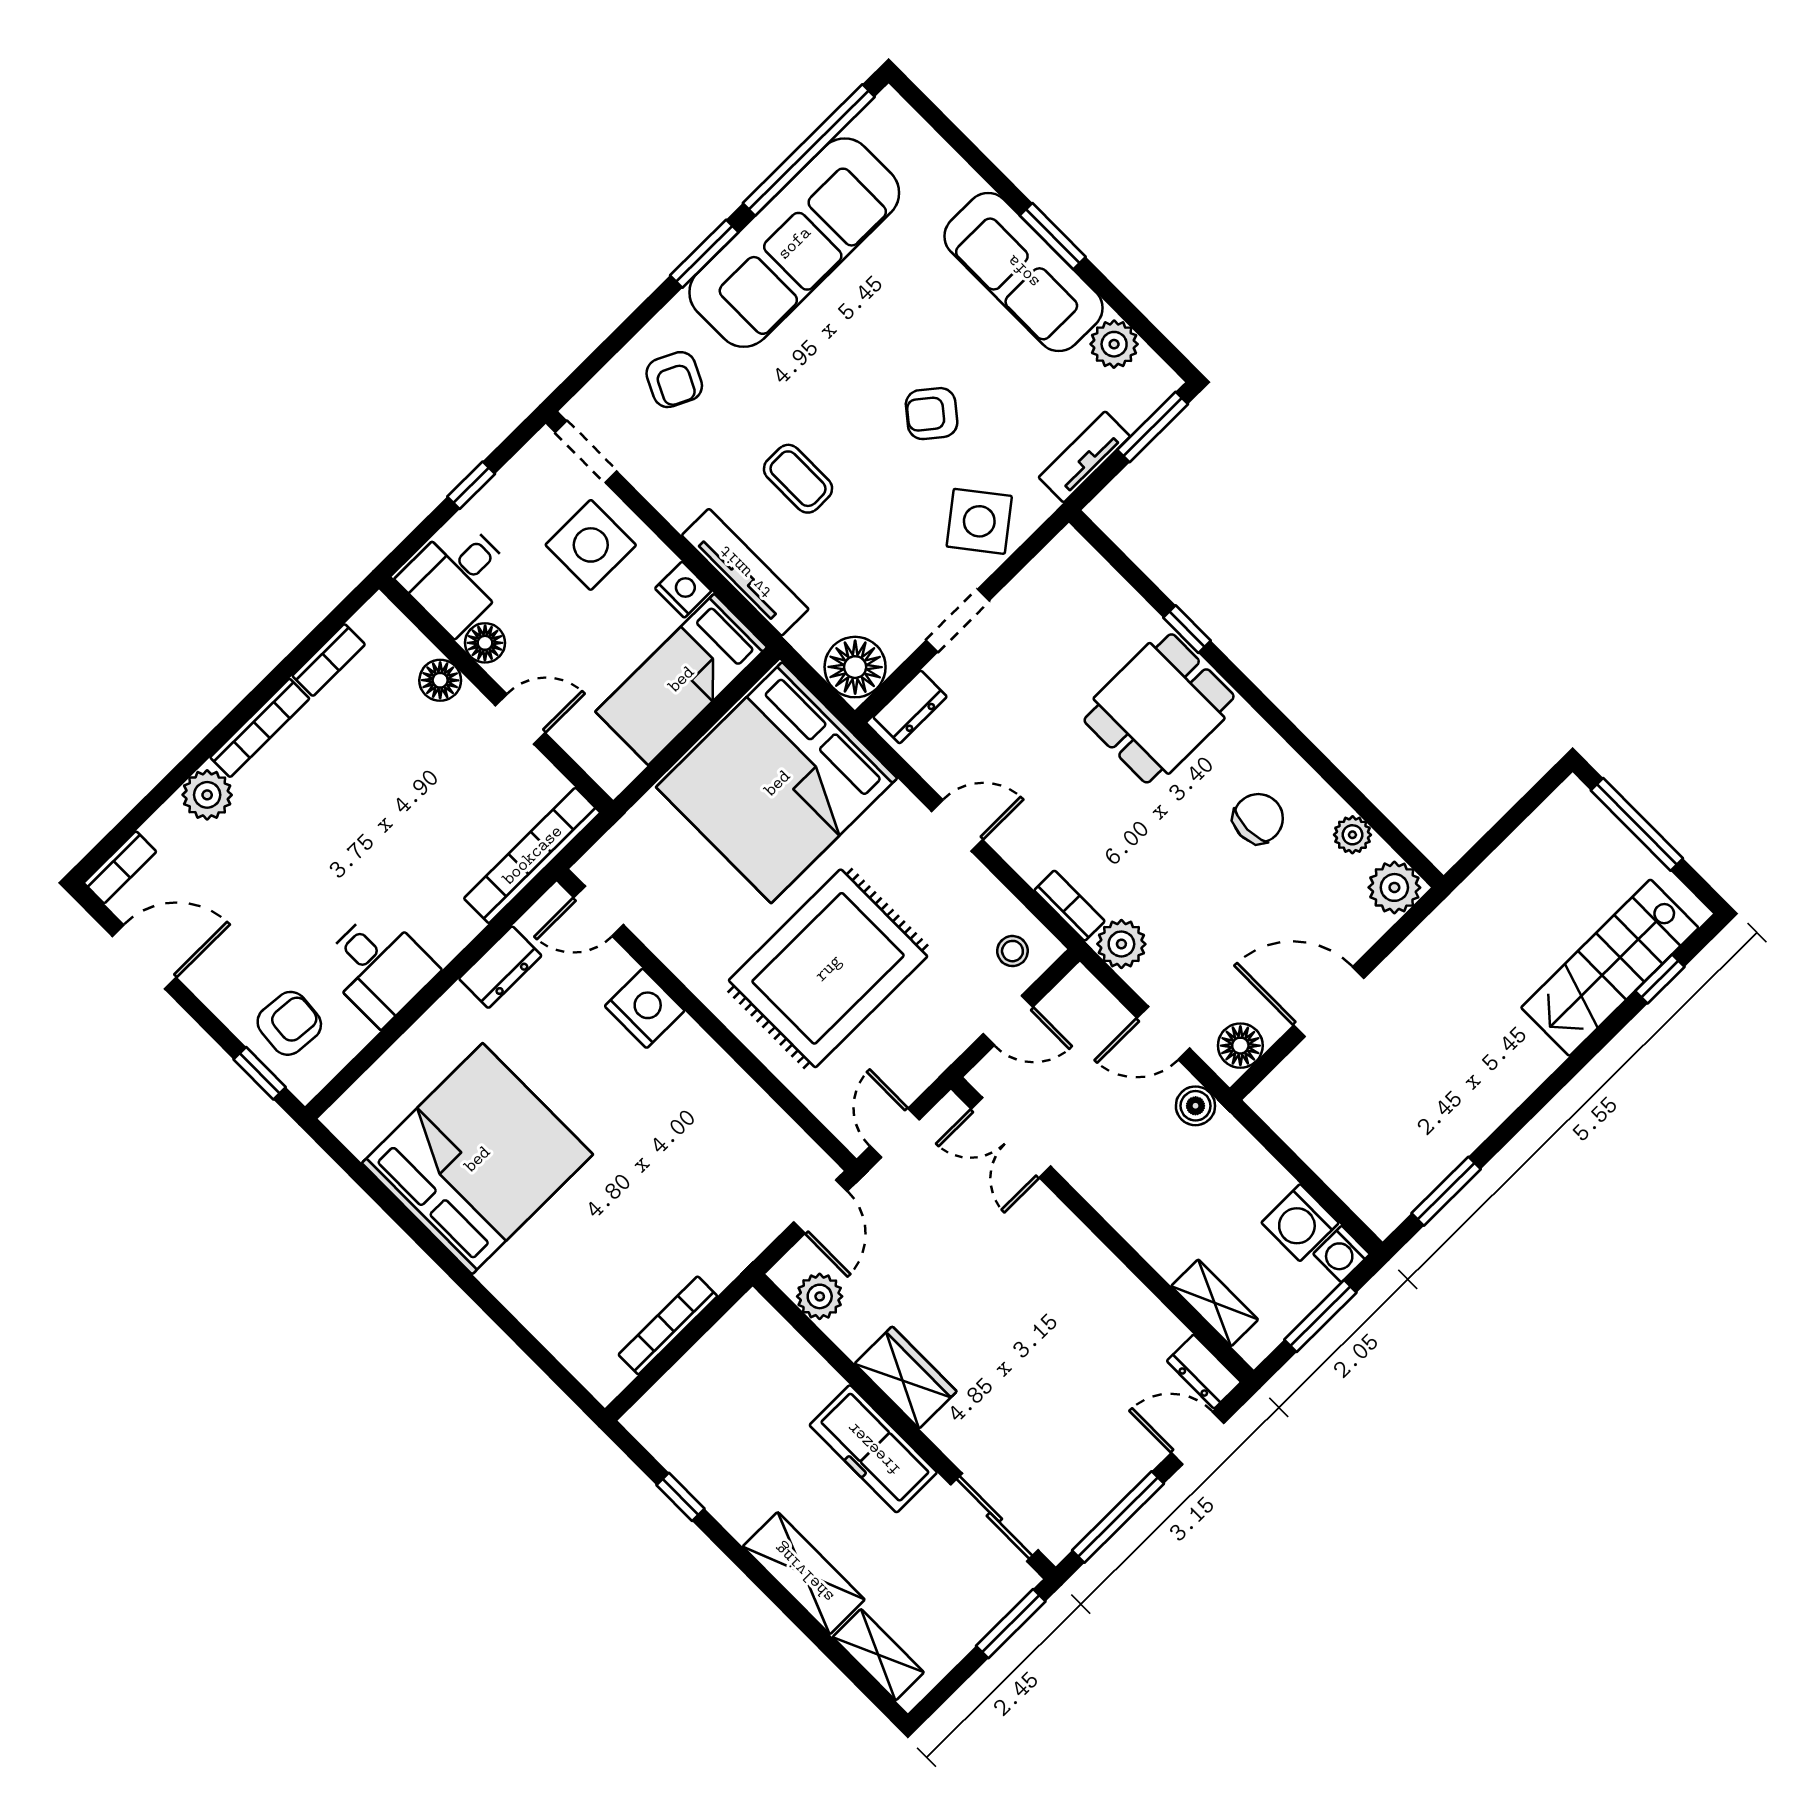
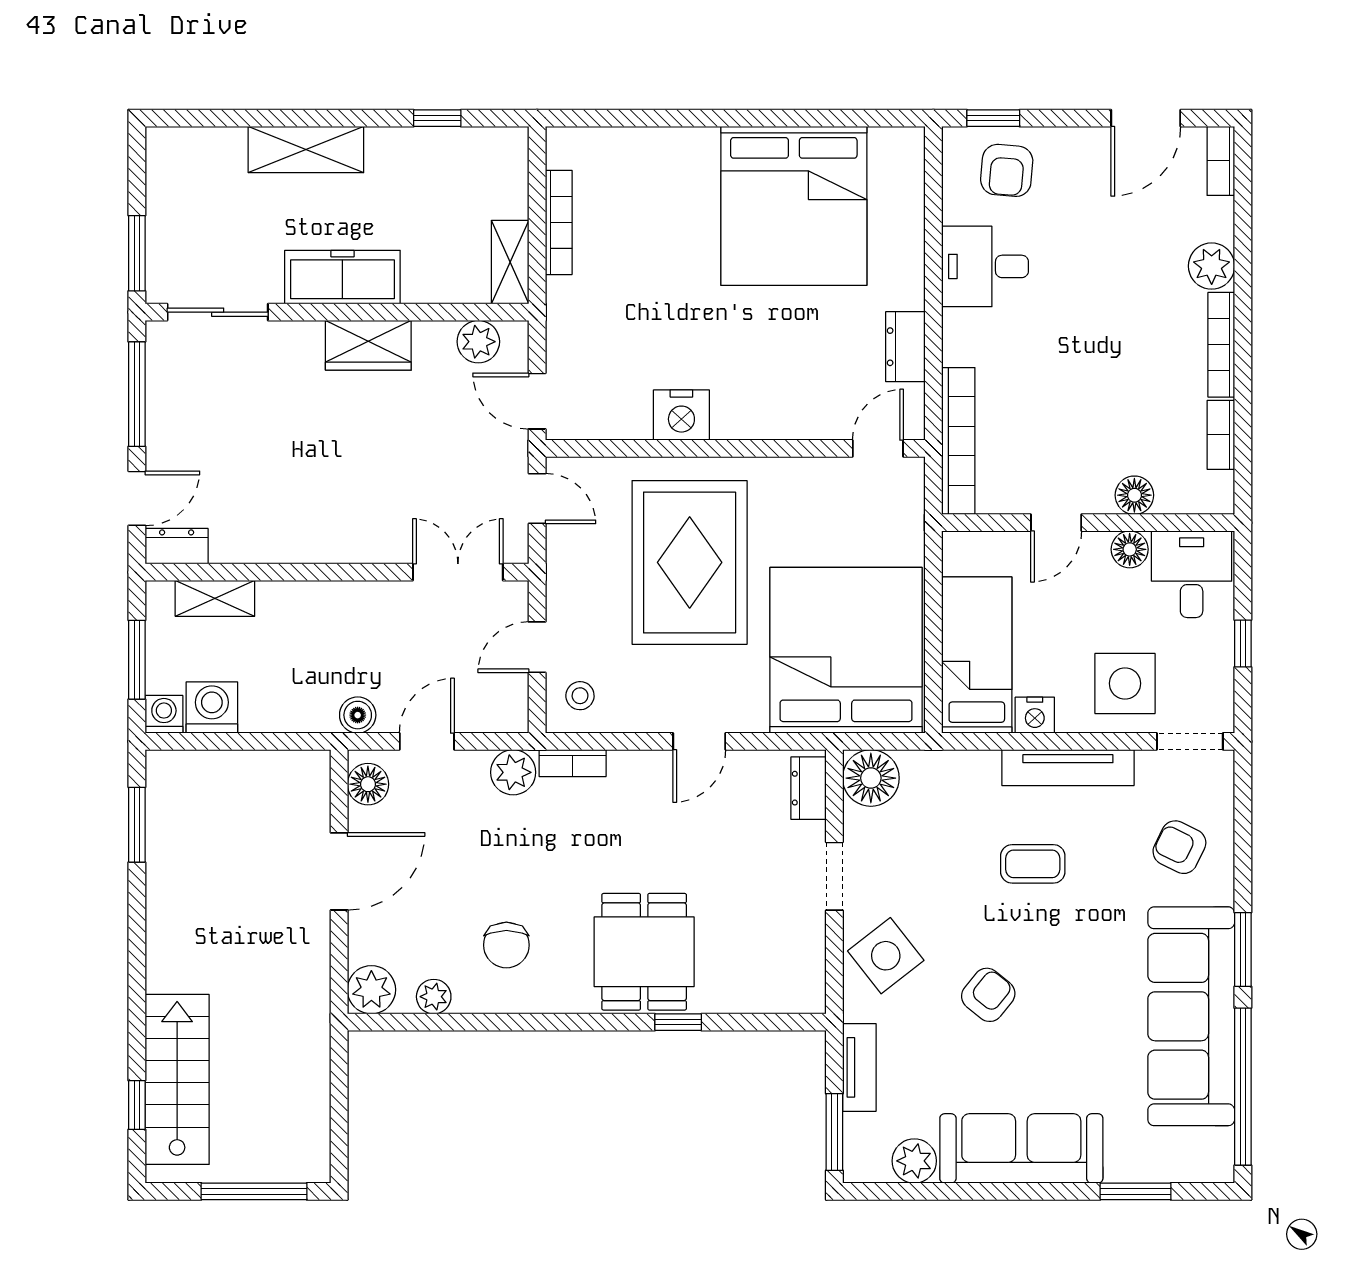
window: (1053, 236) -> (1136, 1191), moved
tv unit: (745, 572) -> (1068, 768), moved
nightstand: (645, 1008) -> (681, 415), moved
shelving: (878, 1655) -> (510, 262), moved, turned 90

